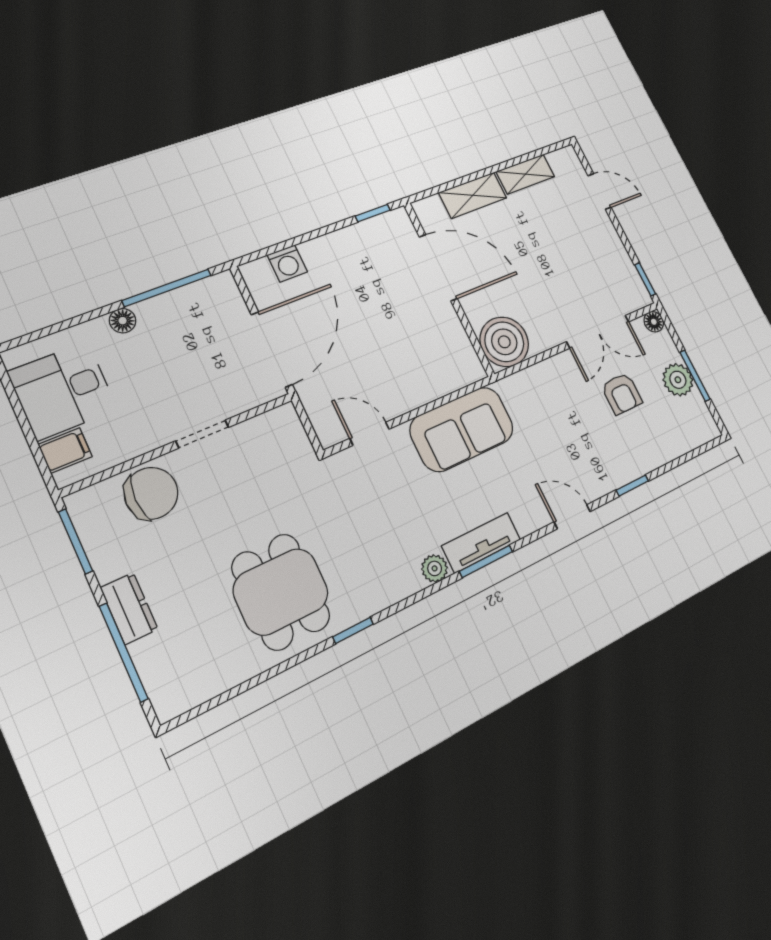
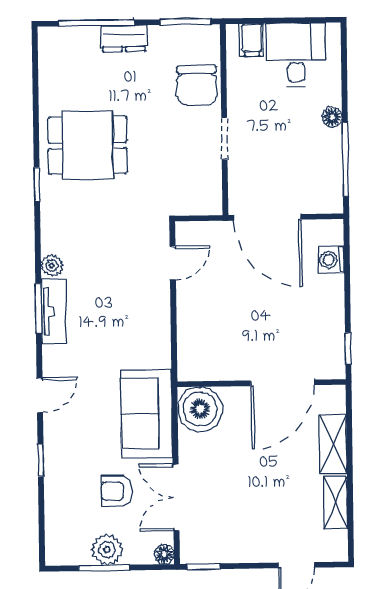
sofa: (462, 429) -> (147, 413), moved

